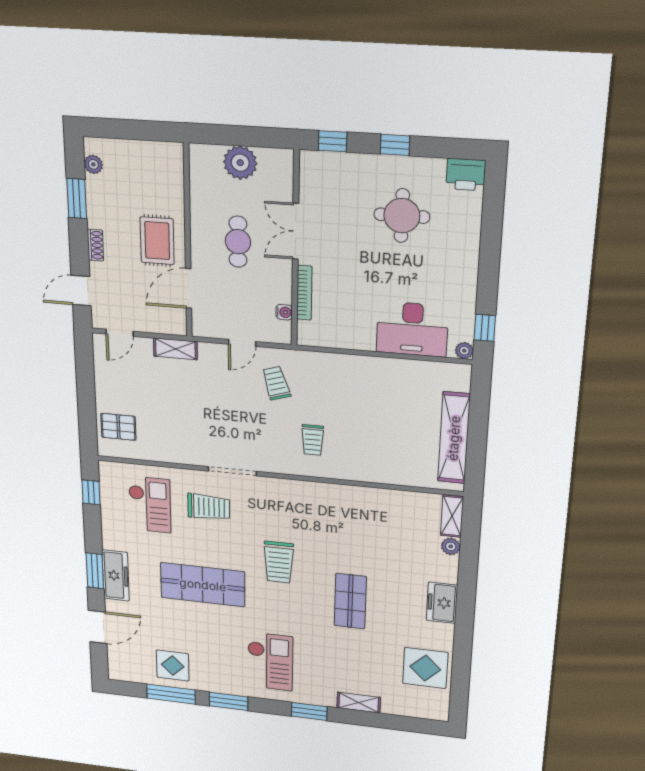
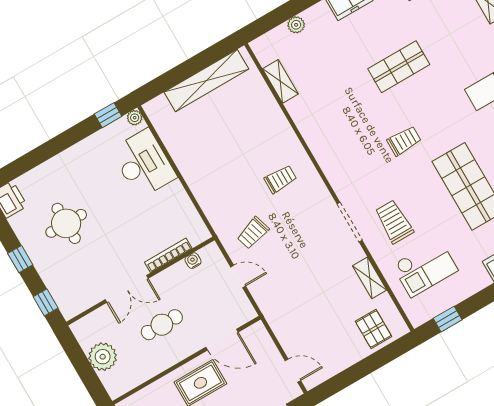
shelving: (175, 349) -> (370, 278), moved
checkout: (150, 504) -> (425, 268), turned 180
shelving: (452, 516) -> (280, 81), moved, turned 90
trolley: (279, 562) -> (404, 141), width x0.73, depth x0.72

